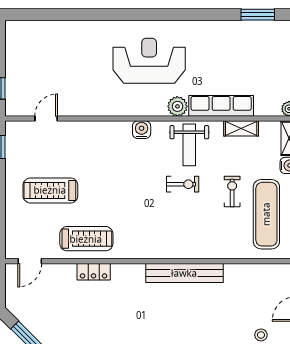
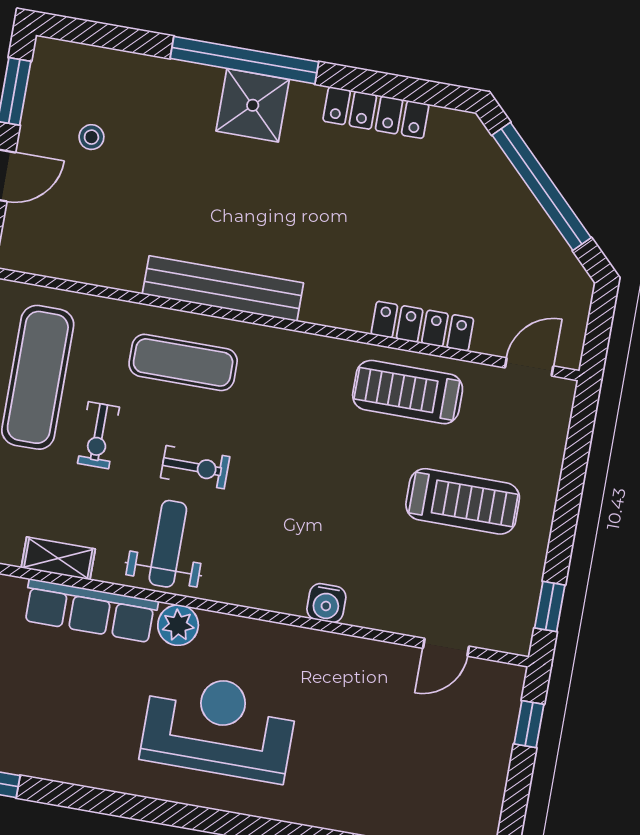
reception desk: (149, 61) -> (219, 727), turned 180
water cooler: (142, 130) -> (326, 603), moved
exercise bike: (183, 184) -> (195, 467), turned 180
exercise mat: (197, 234) -> (183, 362), added
locker: (94, 272) -> (422, 326), width x1.53

